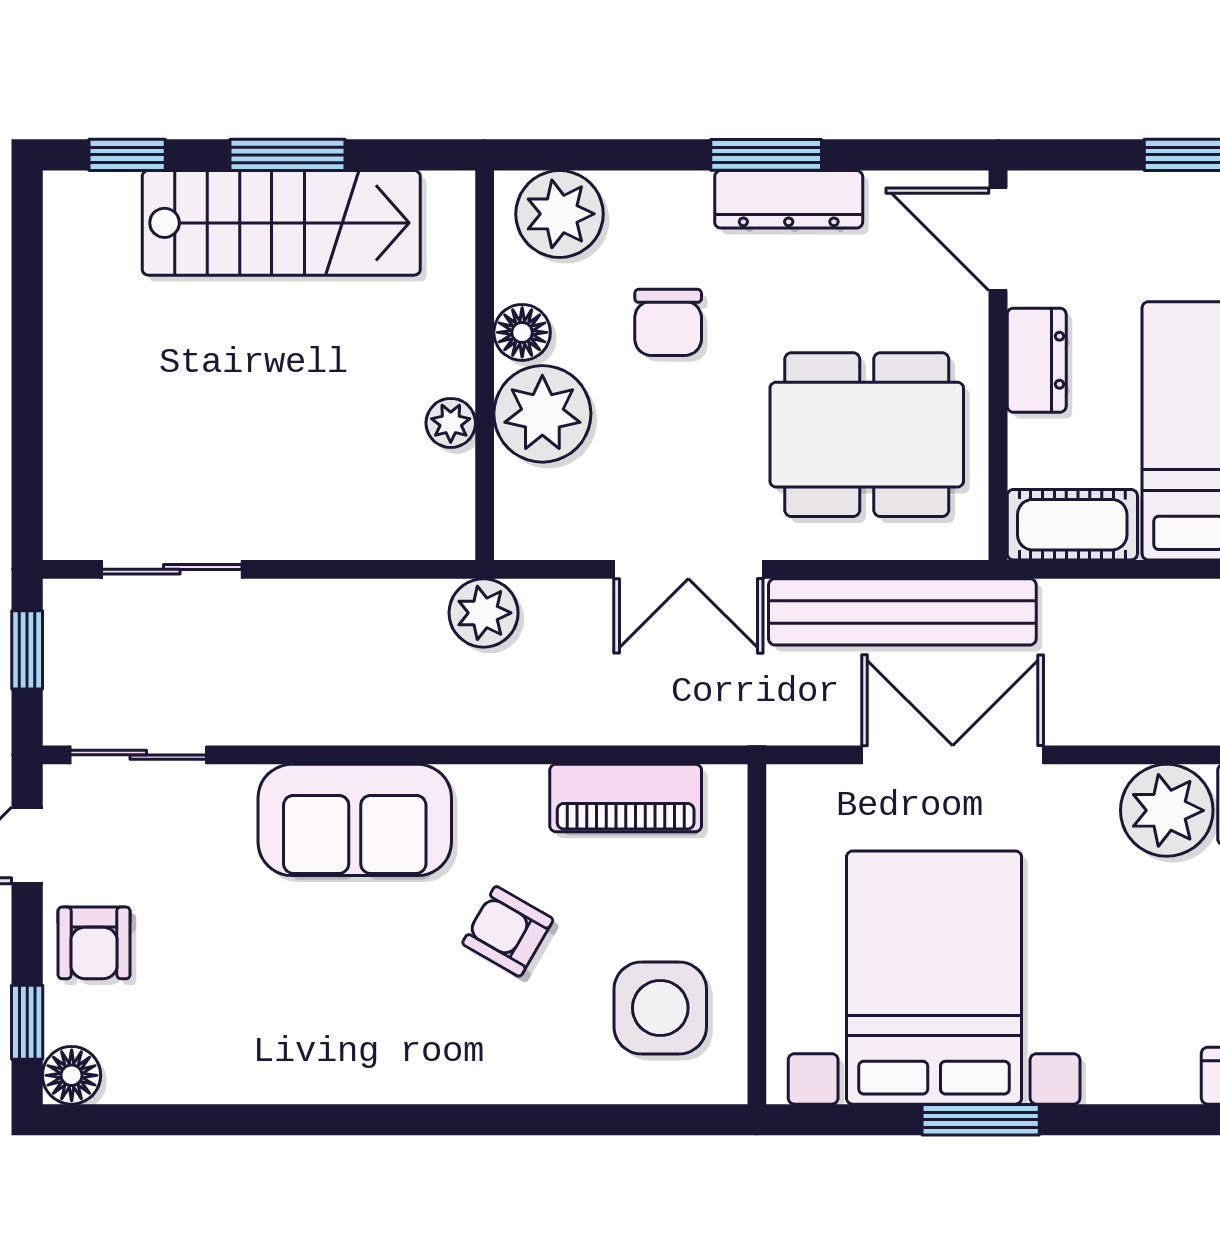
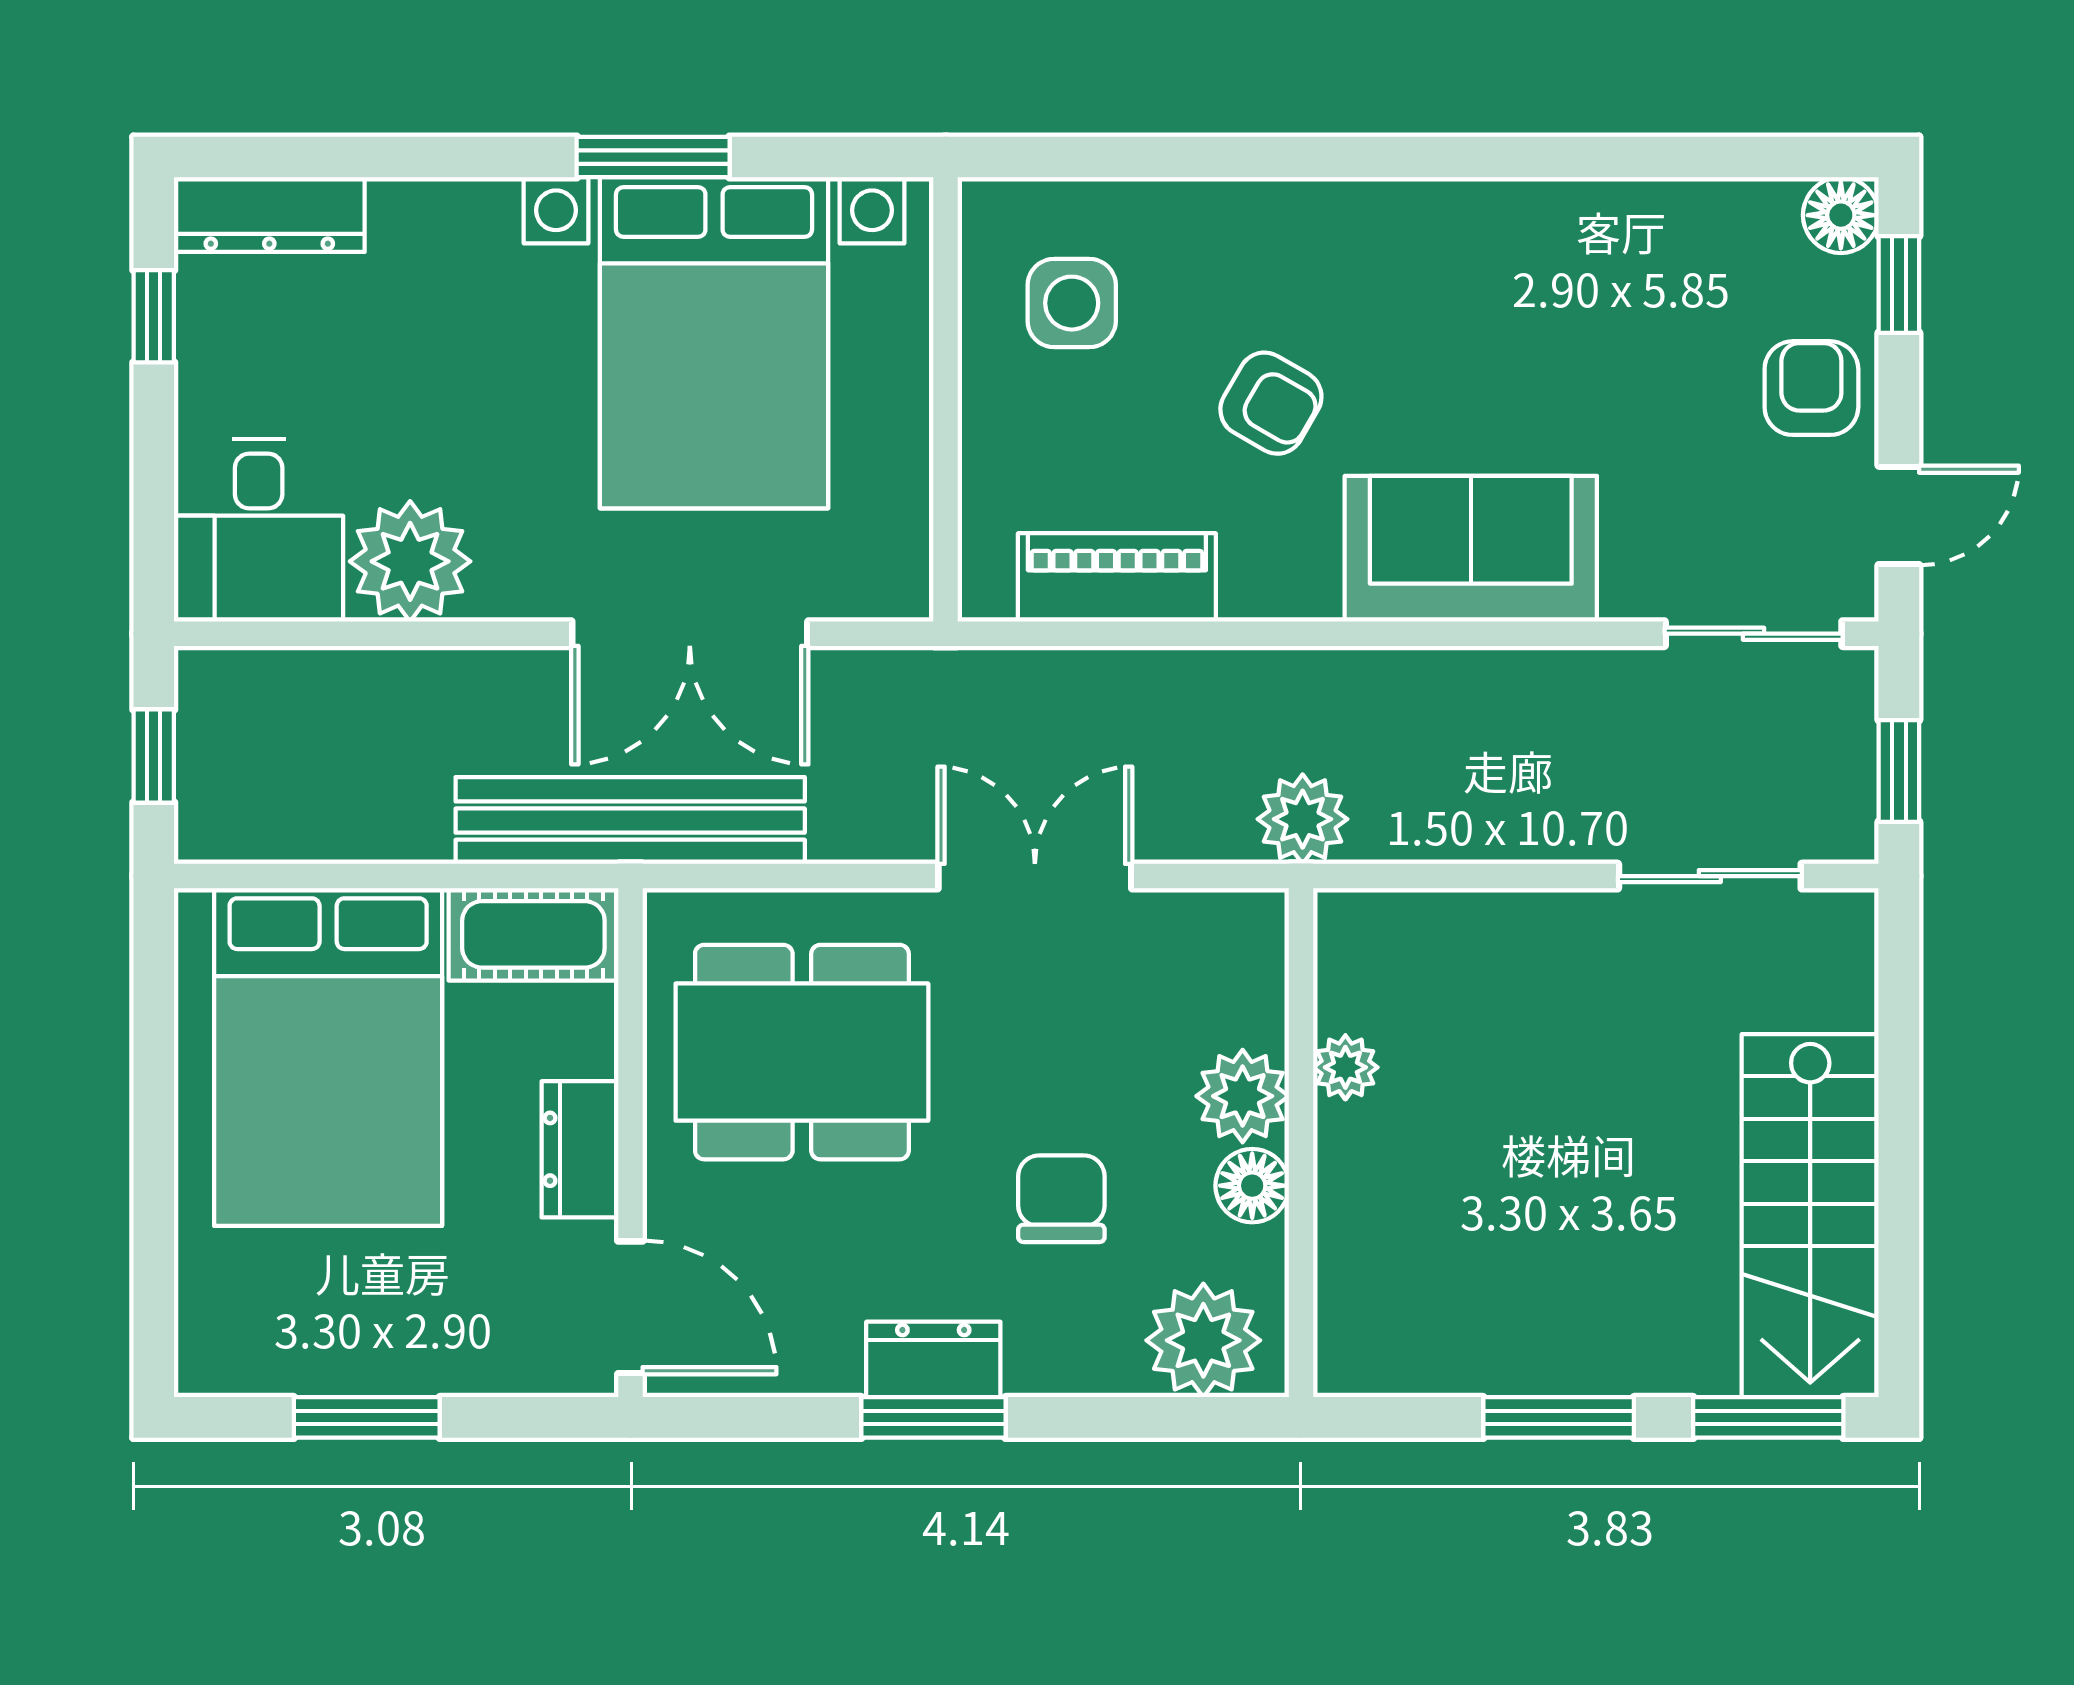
window: (127, 155) -> (1768, 1417), width x1.50
dresser: (789, 199) -> (933, 1359), width x0.70
stairs: (281, 223) -> (1810, 1216), moved, turned -90
plant: (542, 414) -> (1243, 1096), width x0.73, depth x0.73
bench: (902, 612) -> (630, 821), moved
side table: (660, 1008) -> (1072, 303), width x0.73, depth x0.73

